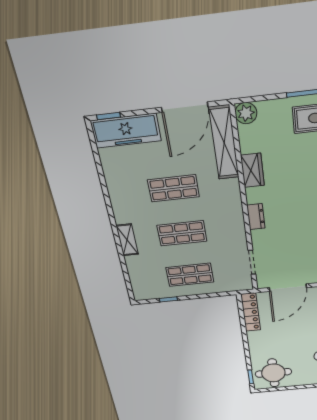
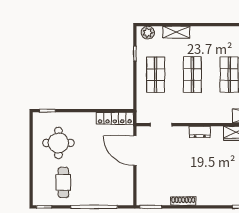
shelving: (127, 240) -> (176, 32), moved
plant: (140, 288) -> (148, 33), added
round table: (273, 373) -> (58, 143), moved

